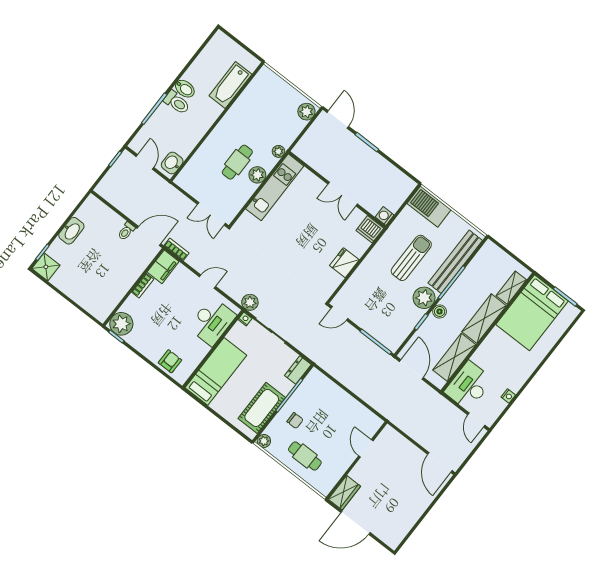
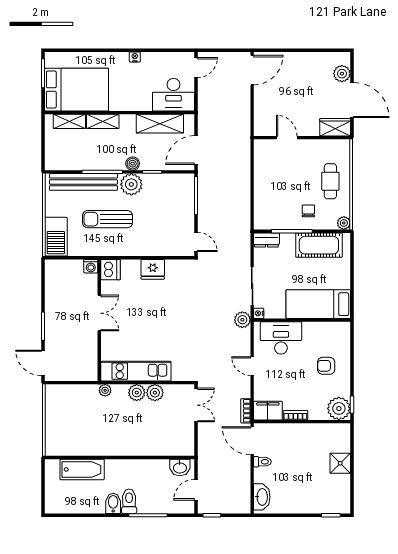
plant: (306, 112) -> (155, 393), moved
door: (338, 119) -> (43, 363), hinge flipped
cafe table: (237, 162) -> (139, 416), removed
washbasin: (71, 231) -> (262, 497), moved, turned 90
shower: (46, 267) -> (340, 463), moved
shelving: (484, 319) -> (103, 121), width x0.67, depth x0.75
armchair: (170, 361) -> (326, 366), moved
nightstand: (508, 396) -> (135, 57), moved
door: (366, 448) -> (287, 138), swing flipped
plant: (382, 531) -> (342, 74), added

